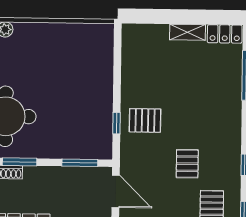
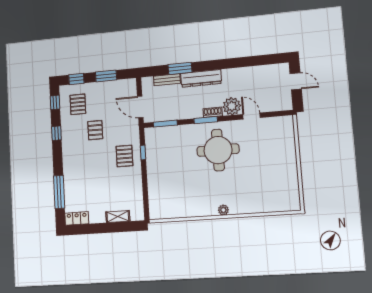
shelving: (187, 32) -> (118, 217), moved
pallet: (145, 120) -> (124, 156), turned 90

